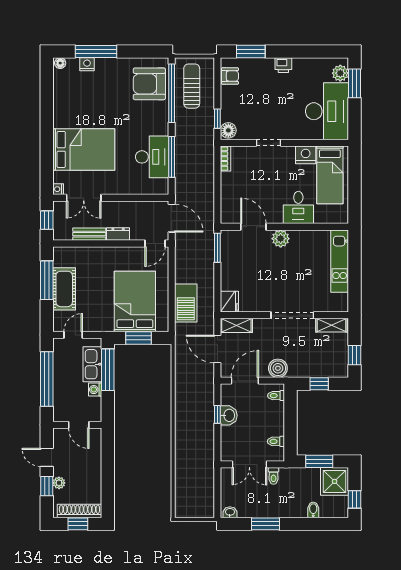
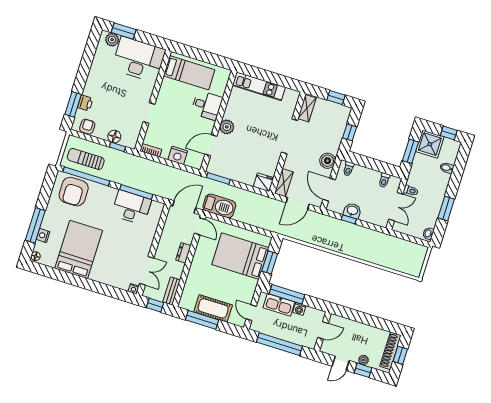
printer: (283, 65) -> (85, 103), moved
floor lamp: (228, 130) -> (114, 137), moved
bed: (84, 149) -> (79, 249), moved
nightstand: (306, 155) -> (178, 155), moved, turned -90
bench: (89, 234) -> (172, 291), moved
barbecue: (186, 303) -> (219, 206), moved

